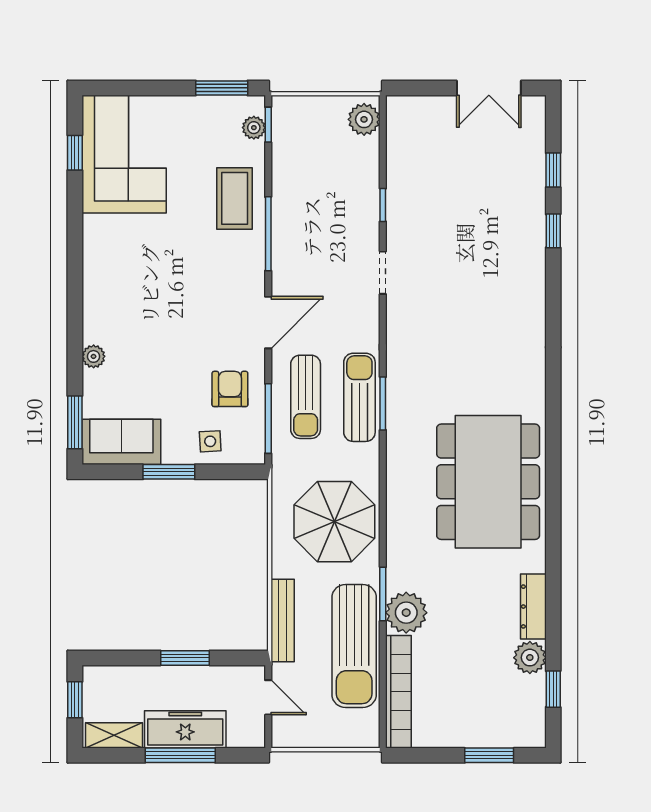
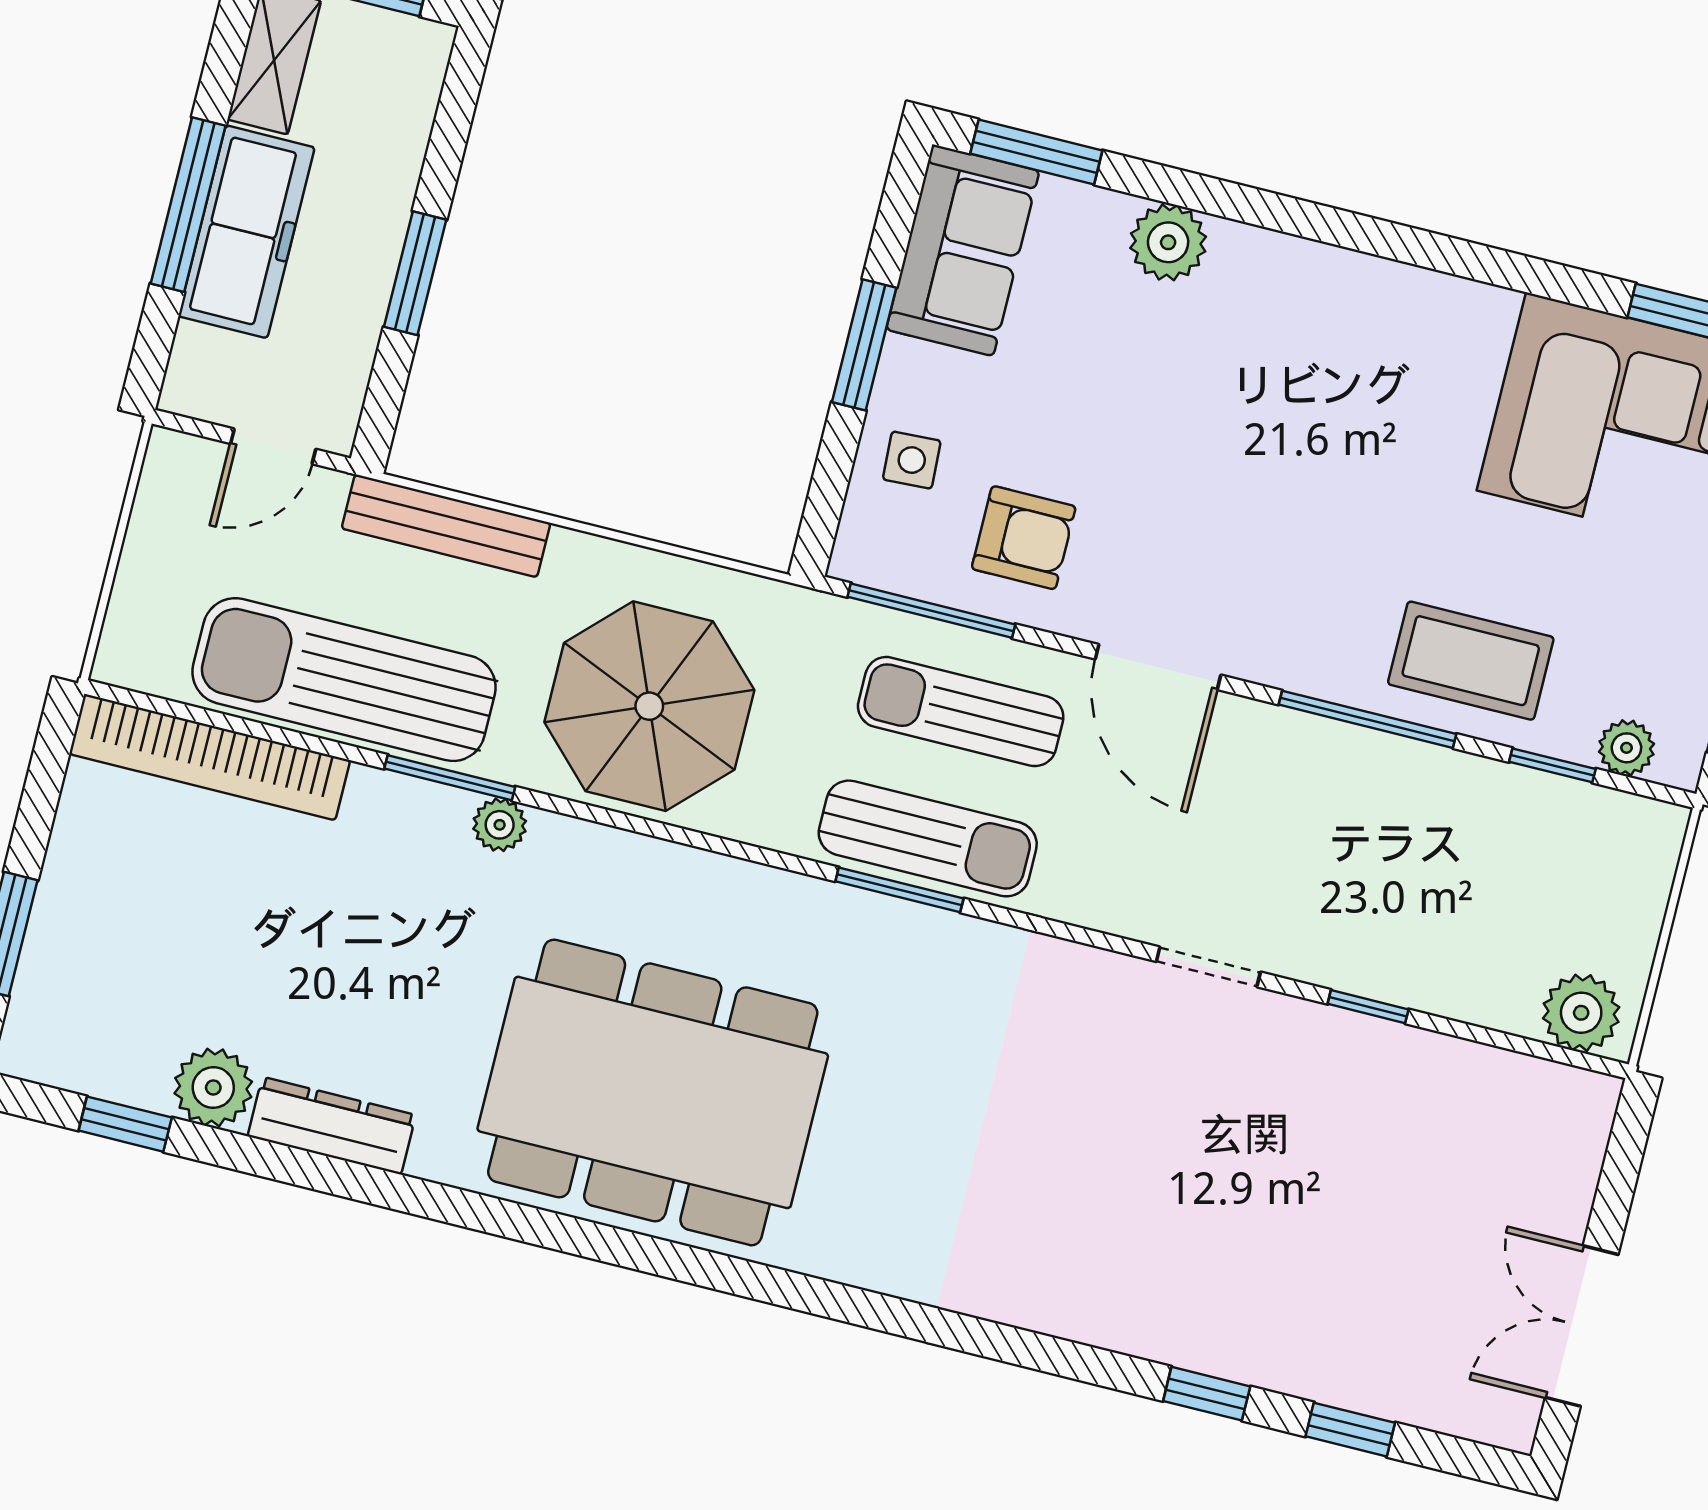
window: (268, 125) -> (1552, 765), moved
plant: (94, 356) -> (1168, 242), width x1.38, depth x1.38
plant: (406, 613) -> (500, 825), moved, width x0.53, depth x0.53

